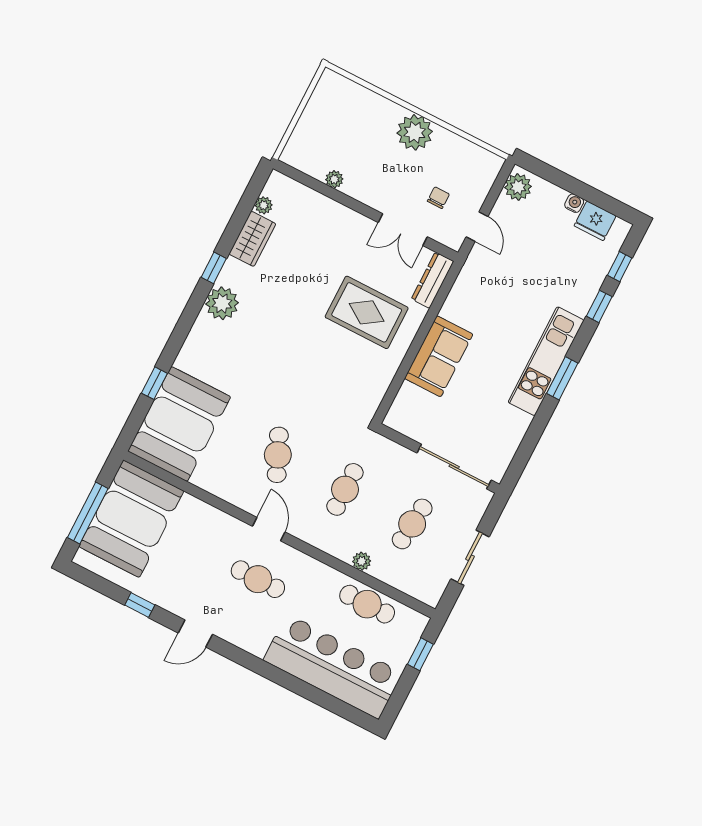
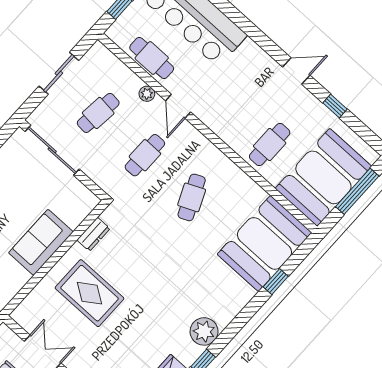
dresser: (432, 280) -> (94, 234), moved, width x0.70
door: (269, 529) -> (178, 106), moved
cafe table: (258, 579) -> (270, 145), moved, turned 90

